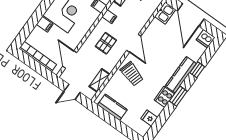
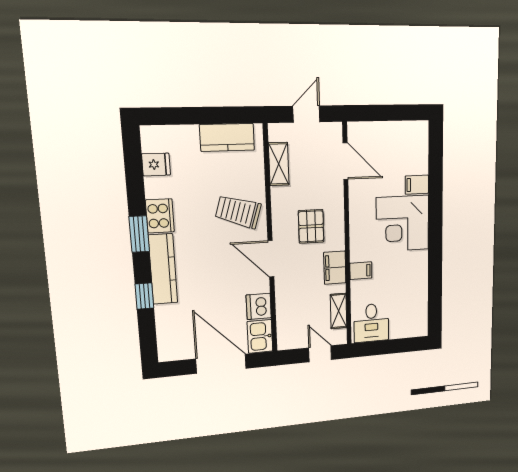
filing cabinet: (109, 17) -> (335, 268), width x2.00
dishwasher: (206, 39) -> (259, 306), moved, turned -90
bookcase: (38, 57) -> (394, 129), removed

